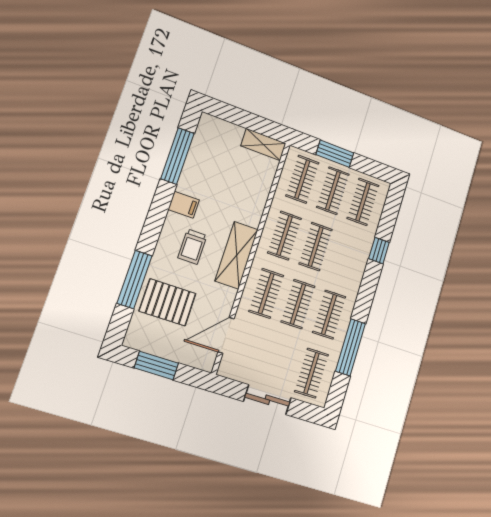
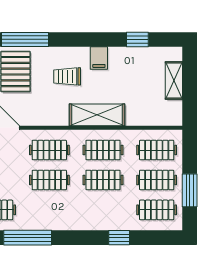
shelving: (263, 145) -> (174, 81), moved
window: (335, 154) -> (190, 190), moved
window: (177, 156) -> (137, 39), width x0.46
shelving: (237, 255) -> (97, 115), moved
clothes rail: (329, 314) -> (49, 210), removed

